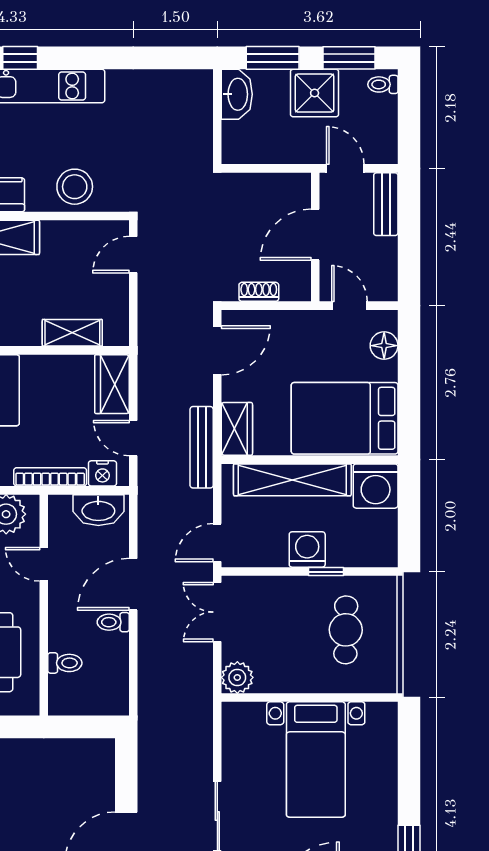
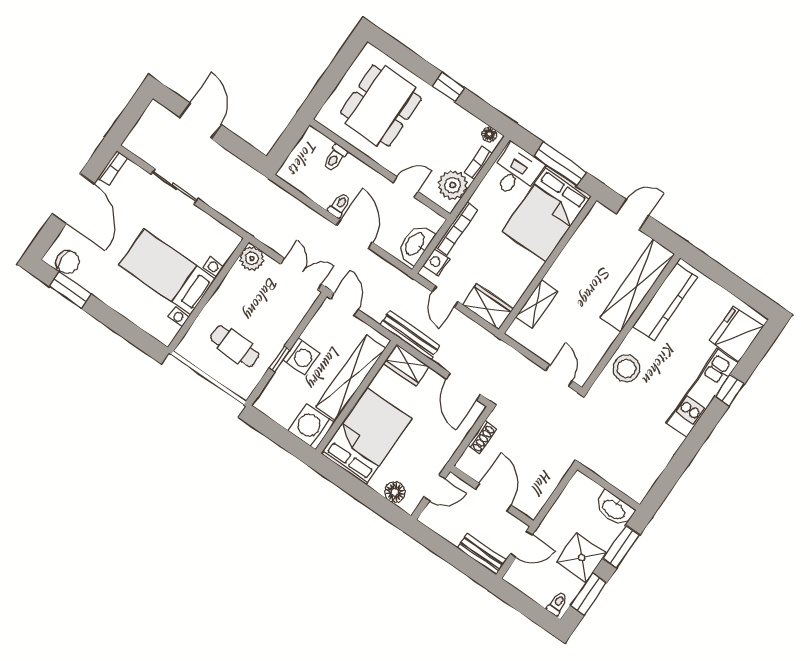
door: (133, 438) -> (445, 297), swing flipped

